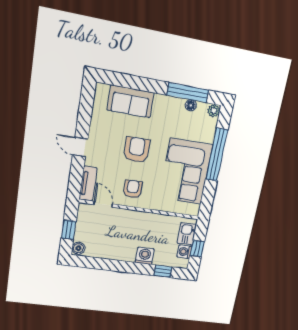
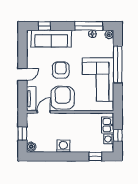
window: (124, 80) -> (44, 26), added
sofa: (130, 101) -> (51, 39), width x1.36
door: (80, 147) -> (22, 75), swing flipped
armchair: (133, 189) -> (63, 98), width x1.88, depth x1.88
door: (103, 204) -> (44, 112), hinge flipped
washing machine: (145, 256) -> (63, 146), moved

